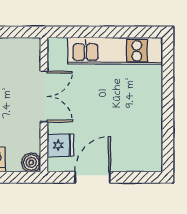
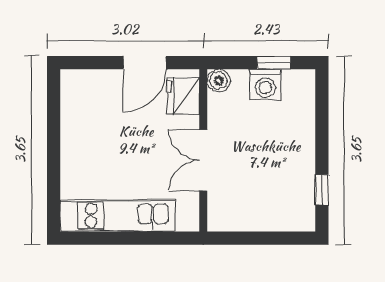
fridge: (60, 145) -> (183, 96), width x1.38

